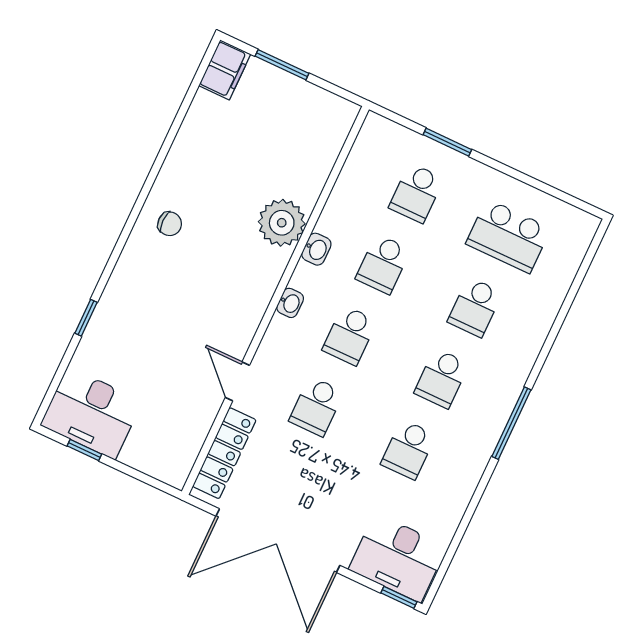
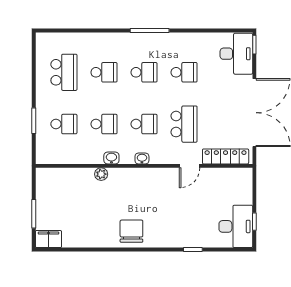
plant: (282, 223) -> (101, 174), width x0.53, depth x0.53
chair: (170, 224) -> (131, 231), width x1.87, depth x1.87
school desk: (316, 406) -> (184, 124), width x1.85

